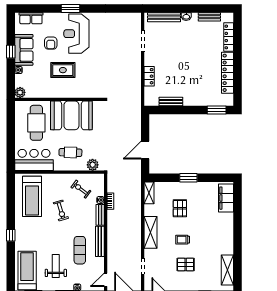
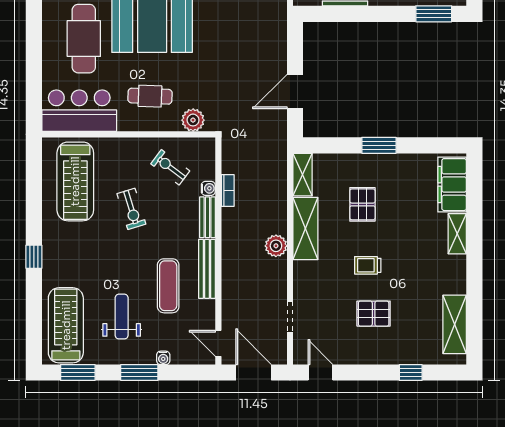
shelving: (229, 223) -> (457, 234), added
plant: (135, 230) -> (276, 246), added
shelving: (151, 232) -> (305, 229), moved
door: (106, 280) -> (218, 343), hinge flipped

